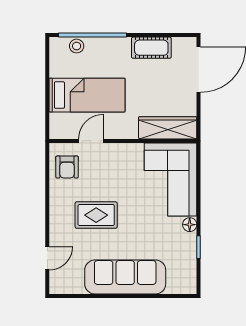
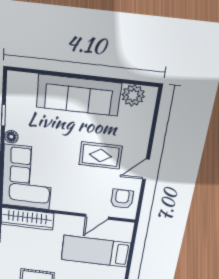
door: (47, 258) -> (146, 169), moved
plant: (72, 283) -> (133, 95), added

